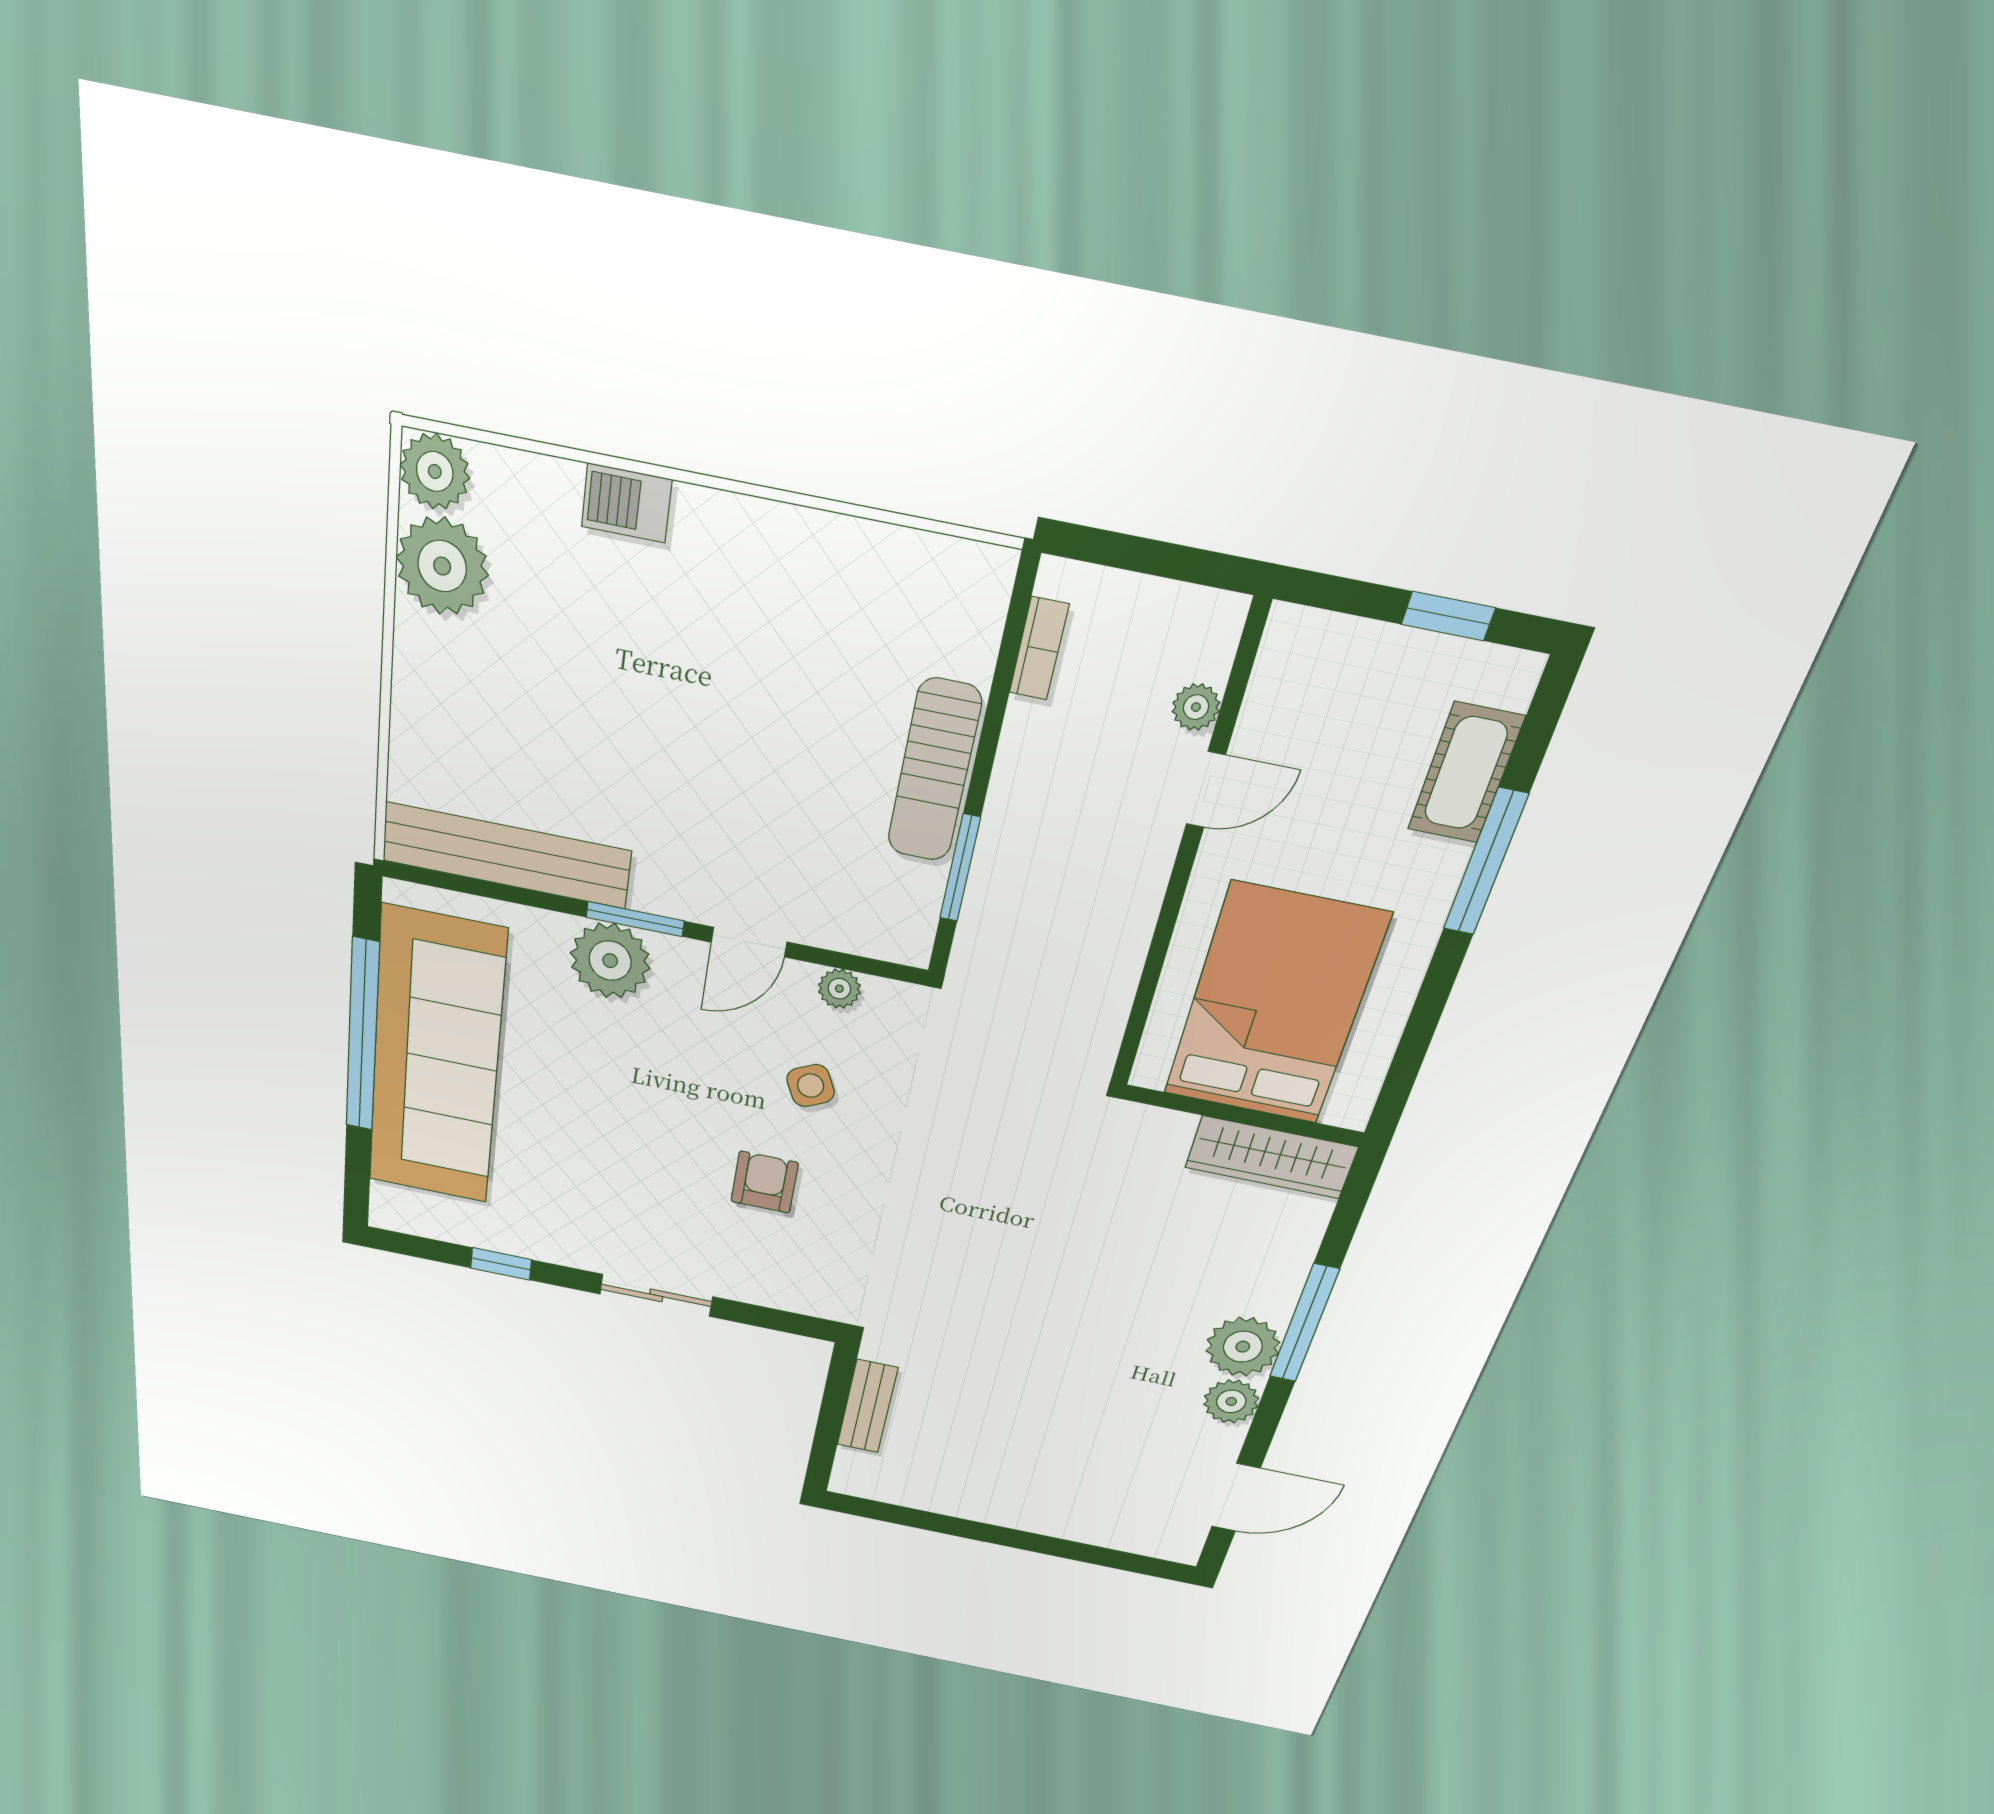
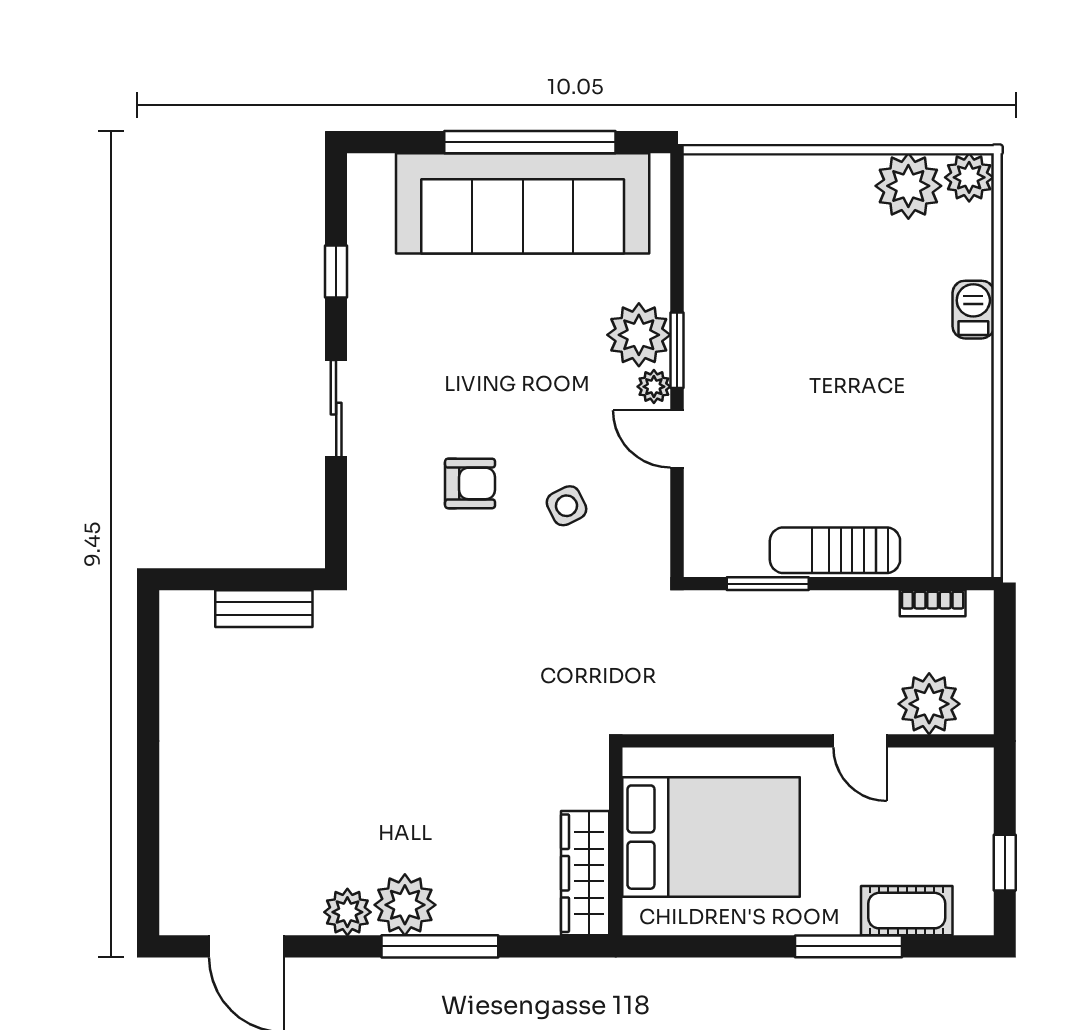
plant: (1196, 707) -> (929, 704), width x1.87, depth x1.87
bench: (506, 856) -> (707, 247), removed
plant: (839, 989) -> (654, 387), moved

